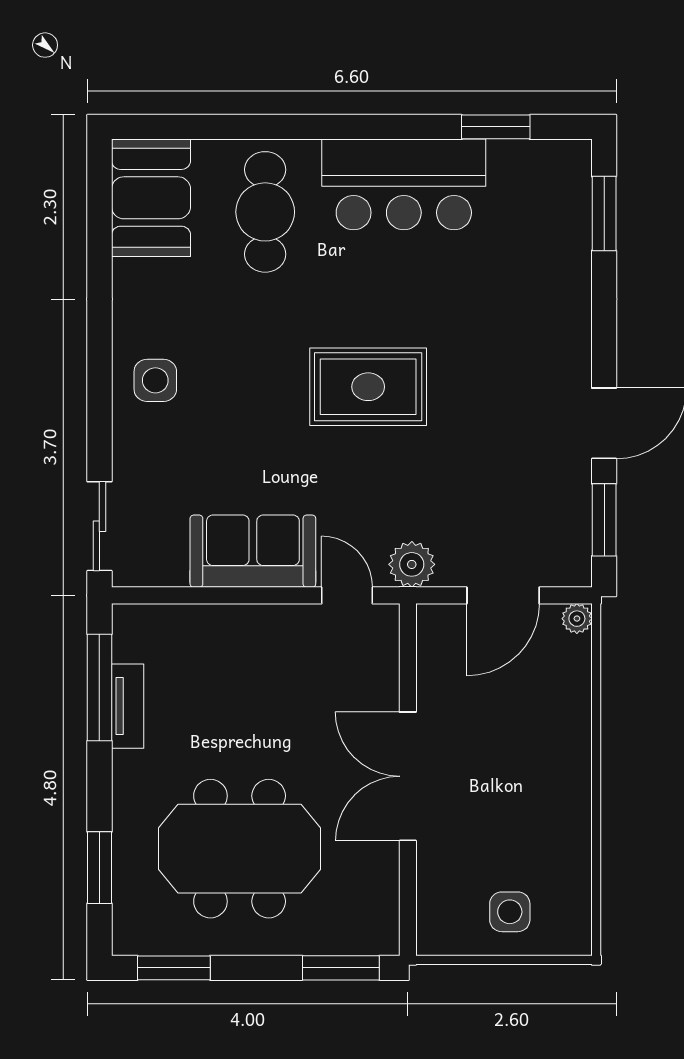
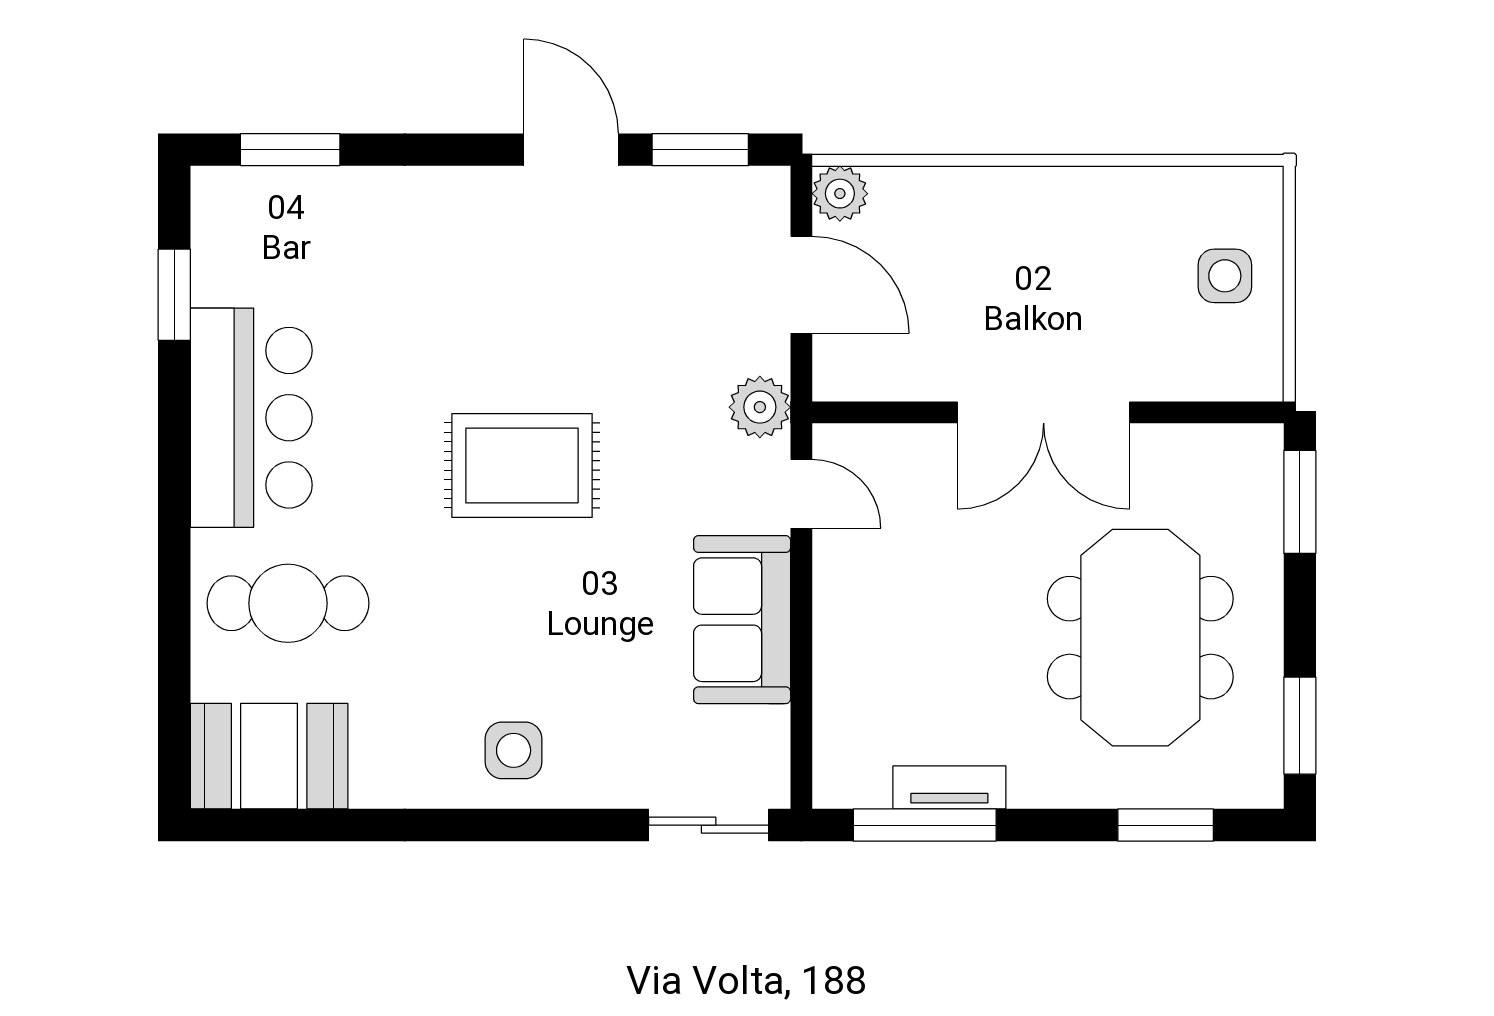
rug: (368, 387) -> (522, 465), turned 90
door: (347, 595) -> (801, 494), swing flipped
plant: (577, 619) -> (840, 194), width x1.38, depth x1.38

